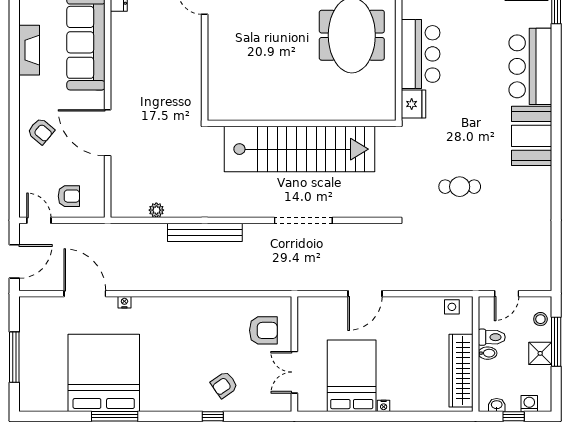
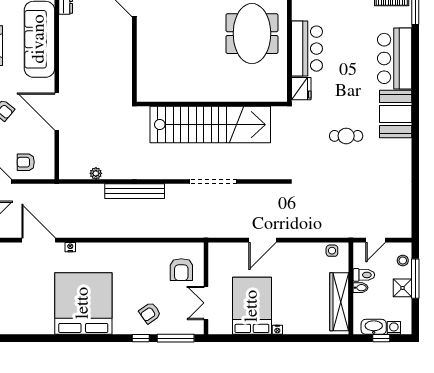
cafe table: (460, 187) -> (346, 136), moved
armchair: (69, 196) -> (26, 162), turned 180
armchair: (263, 330) -> (181, 270), turned 90
bed: (104, 373) -> (83, 303), moved
washbasin: (497, 405) -> (374, 327), width x1.91, depth x1.45
window: (115, 416) -> (176, 338), moved

